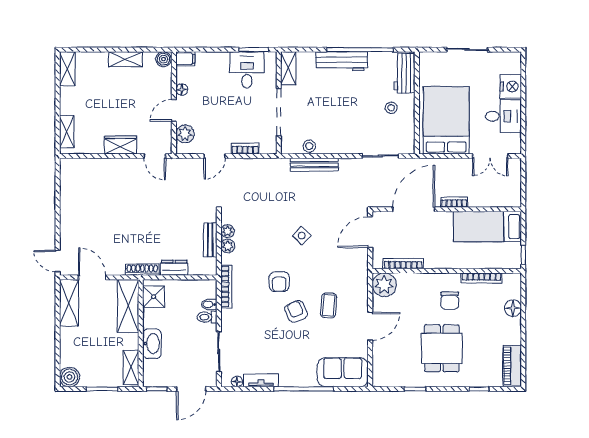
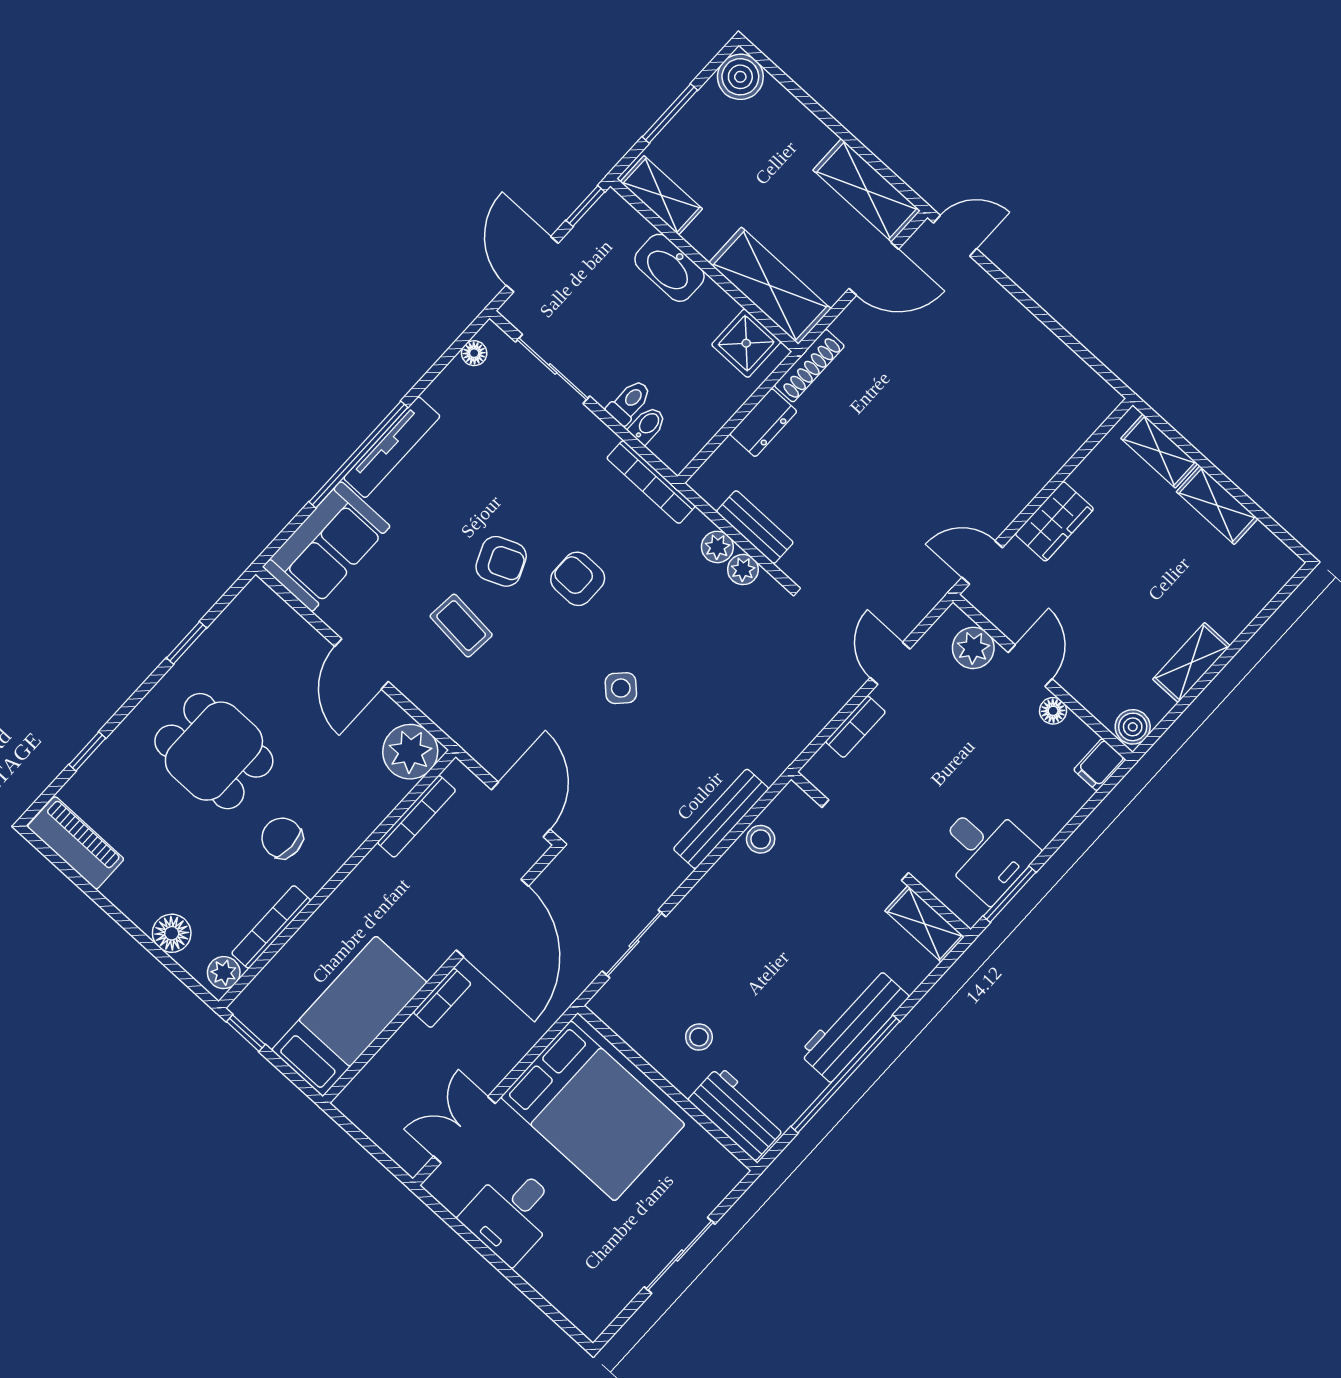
shelving: (67, 69) -> (1217, 505), moved
nightstand: (511, 87) -> (550, 1272), removed
plant: (510, 280) -> (224, 973), added
tv unit: (261, 380) -> (392, 447), moved, width x1.41

